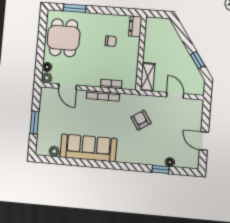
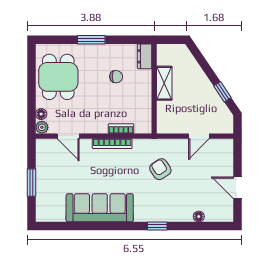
window: (75, 8) -> (91, 40), moved
shelving: (148, 77) -> (164, 83), moved
door: (175, 95) -> (199, 136), swing flipped
plant: (54, 151) -> (58, 216), removed
window: (160, 169) -> (157, 226), moved

